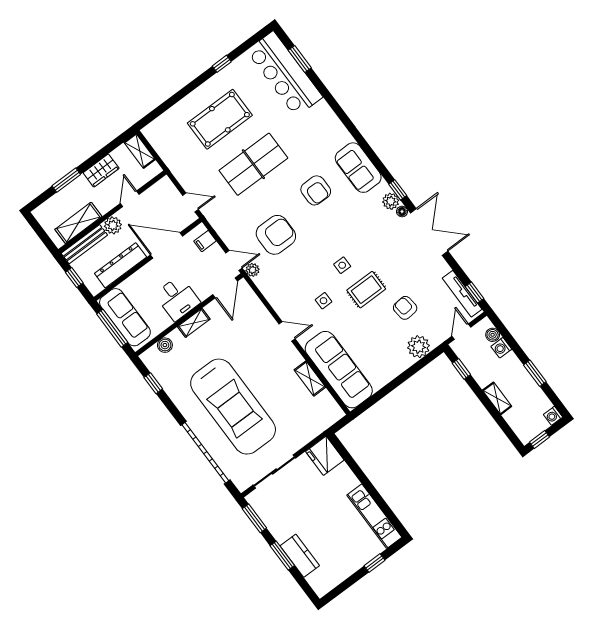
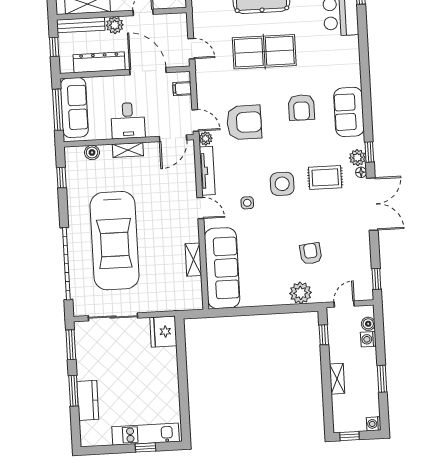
side table: (342, 265) -> (282, 184), width x1.87, depth x1.87
rug: (366, 290) -> (325, 177), moved
tv unit: (462, 294) -> (207, 171), moved, turned 180
kitchen unit: (374, 516) -> (146, 434), moved, turned 90

